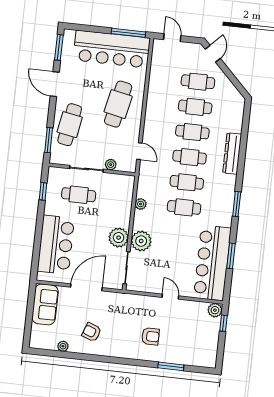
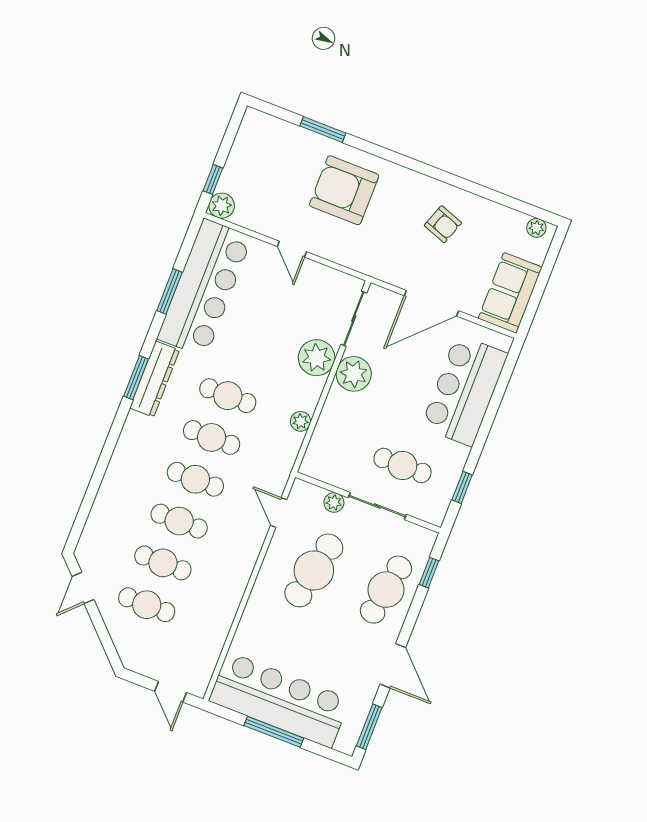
window: (128, 33) -> (274, 732), moved
door: (213, 54) -> (83, 588), moved
cafe table: (118, 104) -> (314, 570), moved
window: (49, 140) -> (429, 573), width x0.67
dresser: (232, 154) -> (155, 379), moved
armchair: (150, 336) -> (344, 190), width x1.88, depth x1.88
plant: (63, 346) -> (536, 228), moved

